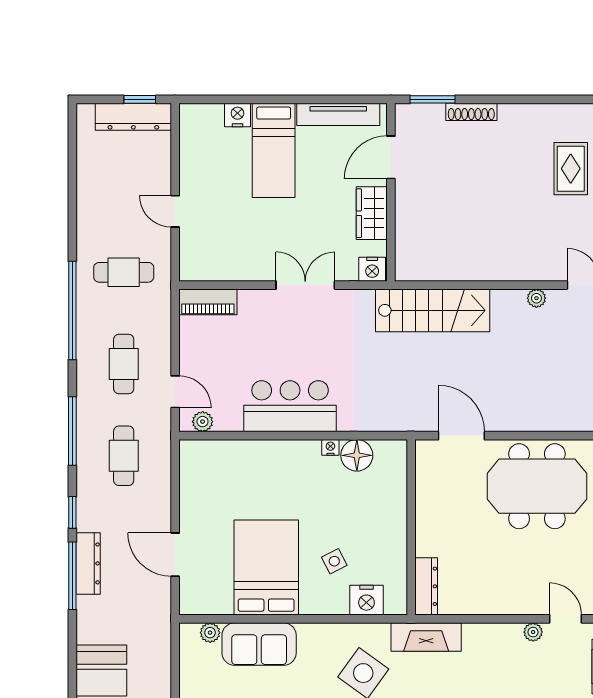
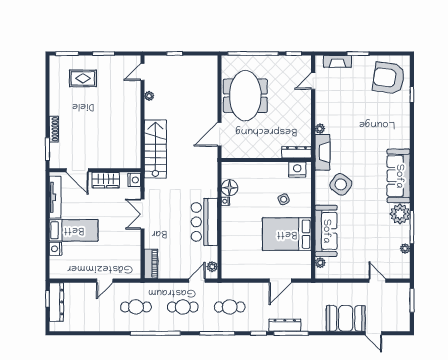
cafe table: (124, 272) -> (136, 307), turned 90
nightstand: (366, 600) -> (297, 170), moved, turned -90
plant: (533, 632) -> (320, 129), moved
sofa: (259, 644) -> (326, 231), width x1.36

